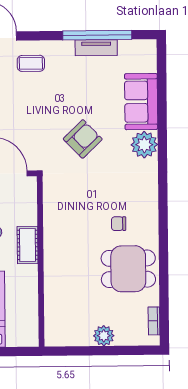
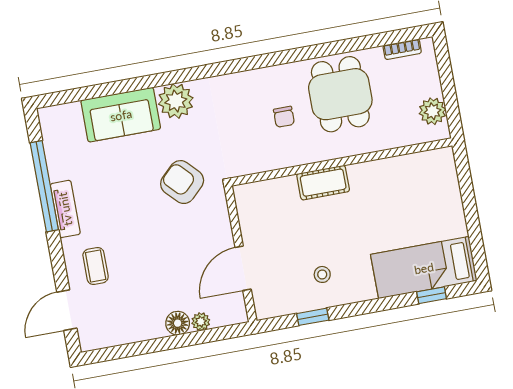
tv unit: (96, 48) -> (65, 209), moved
cot: (28, 245) -> (323, 183), moved
wall: (41, 261) -> (342, 162), moved

